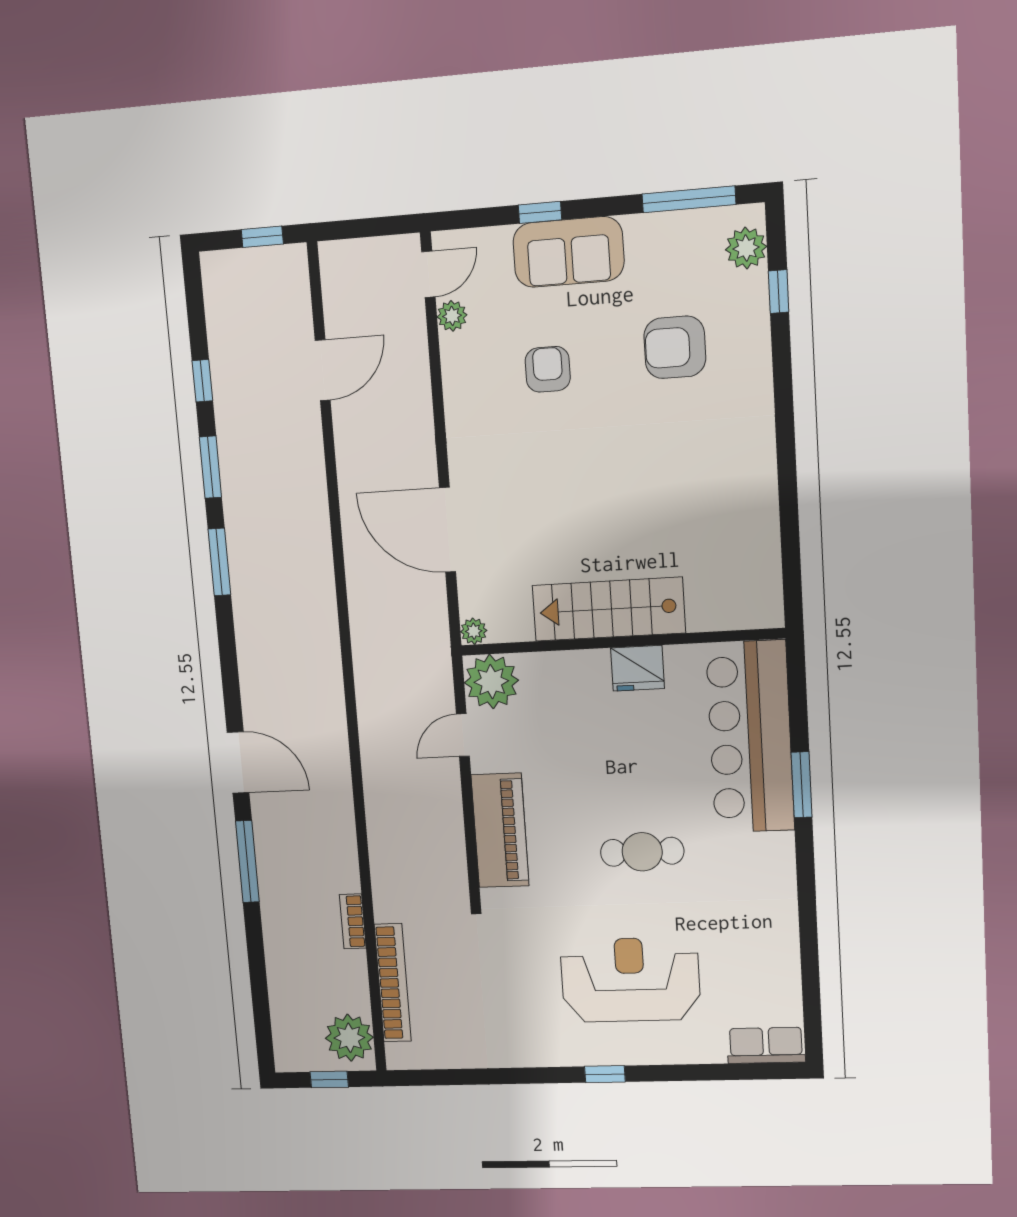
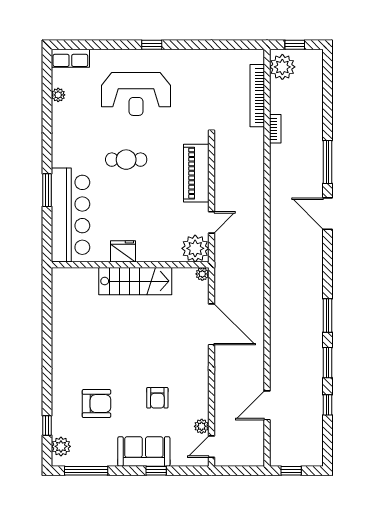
plant: (787, 974) -> (58, 95), added

